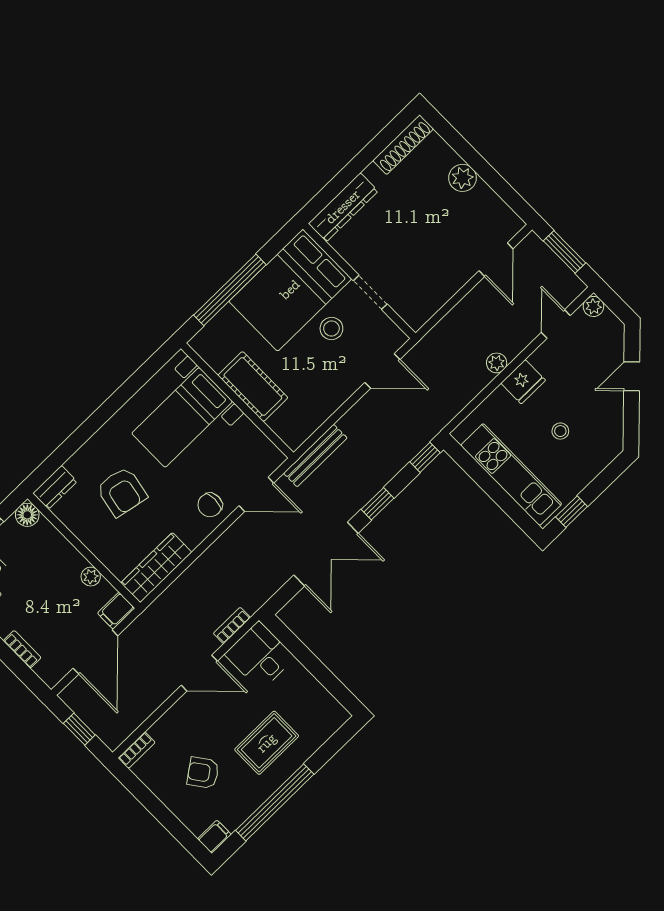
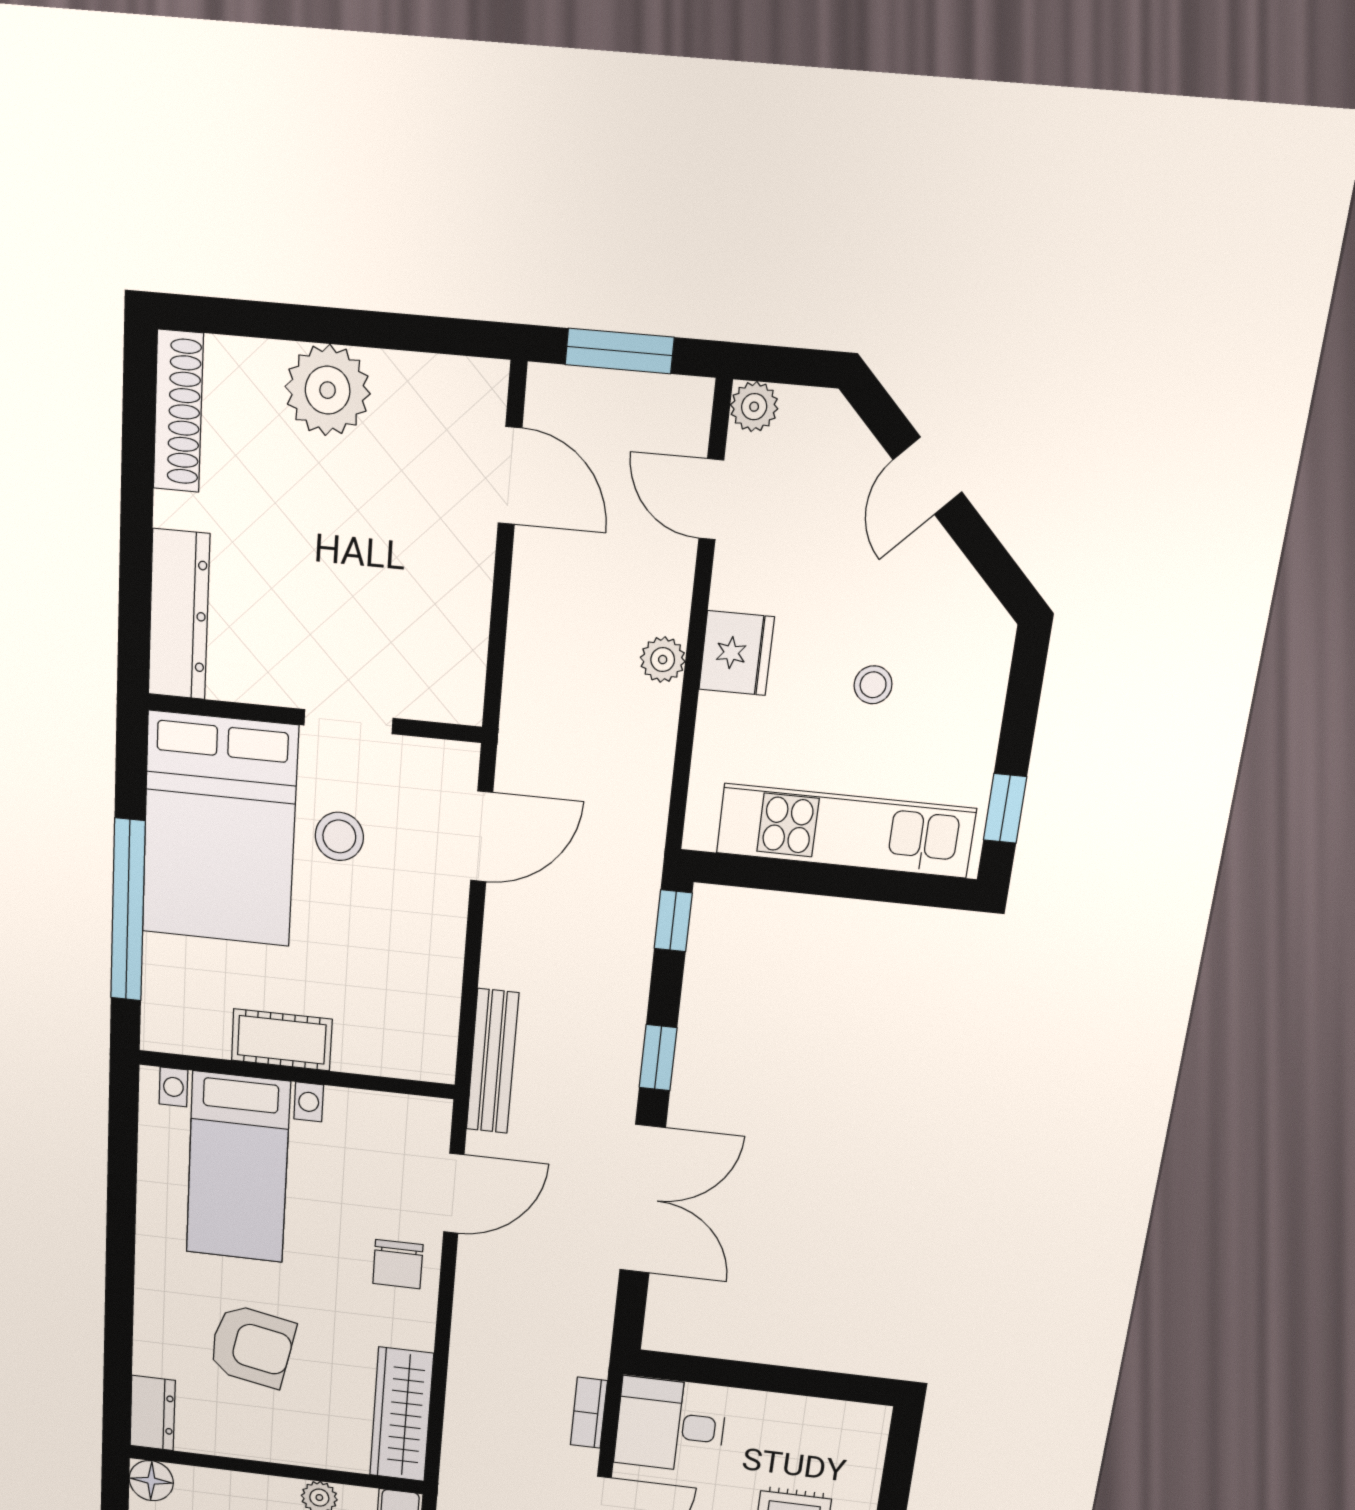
plant: (463, 178) -> (328, 390), width x1.36, depth x1.36
cot: (253, 386) -> (282, 1040), width x0.73, depth x0.75

